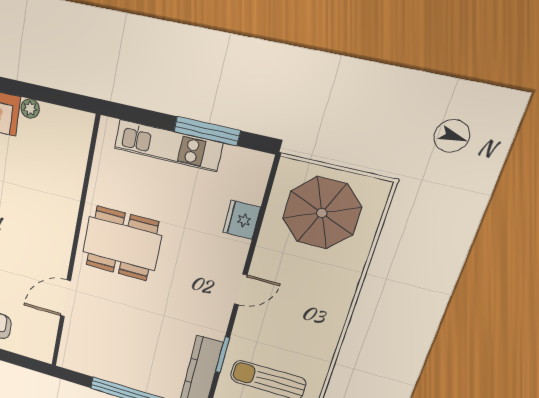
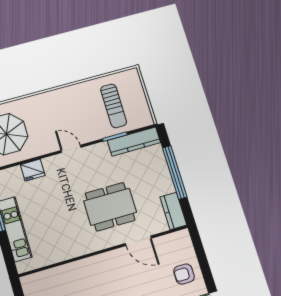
dining table: (122, 244) -> (110, 207), moved, turned 90
kitchen counter: (82, 362) -> (173, 211), added

